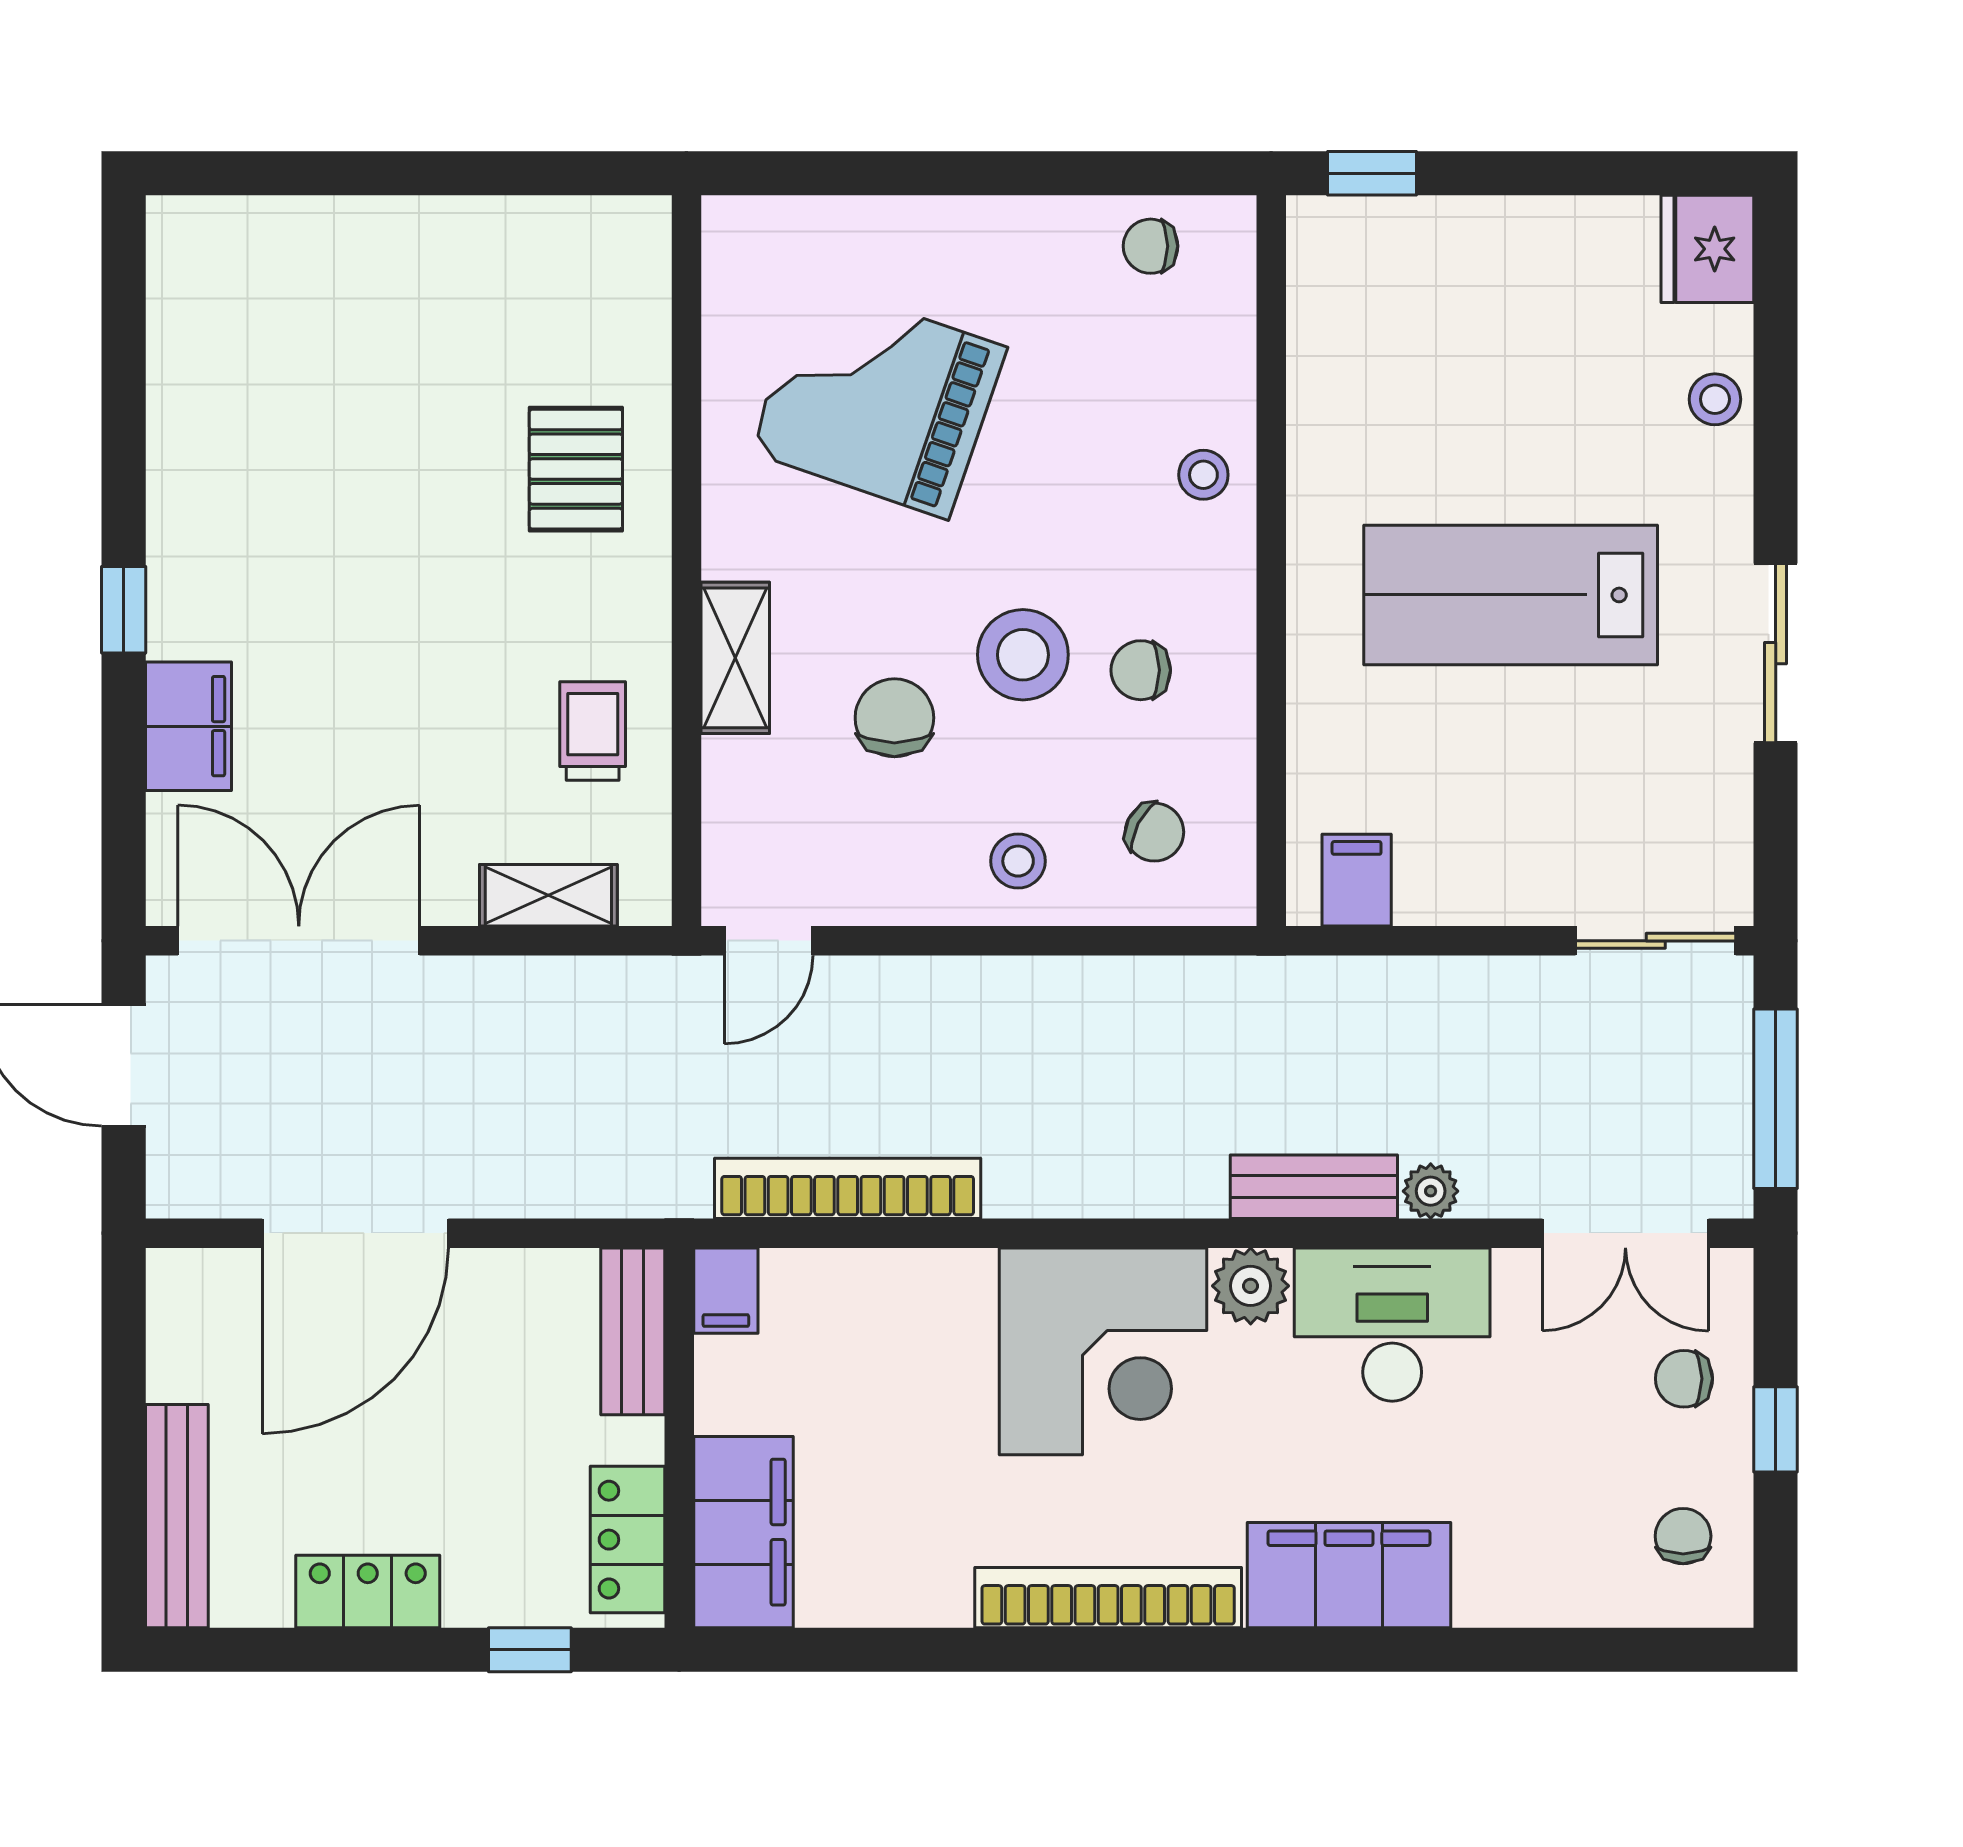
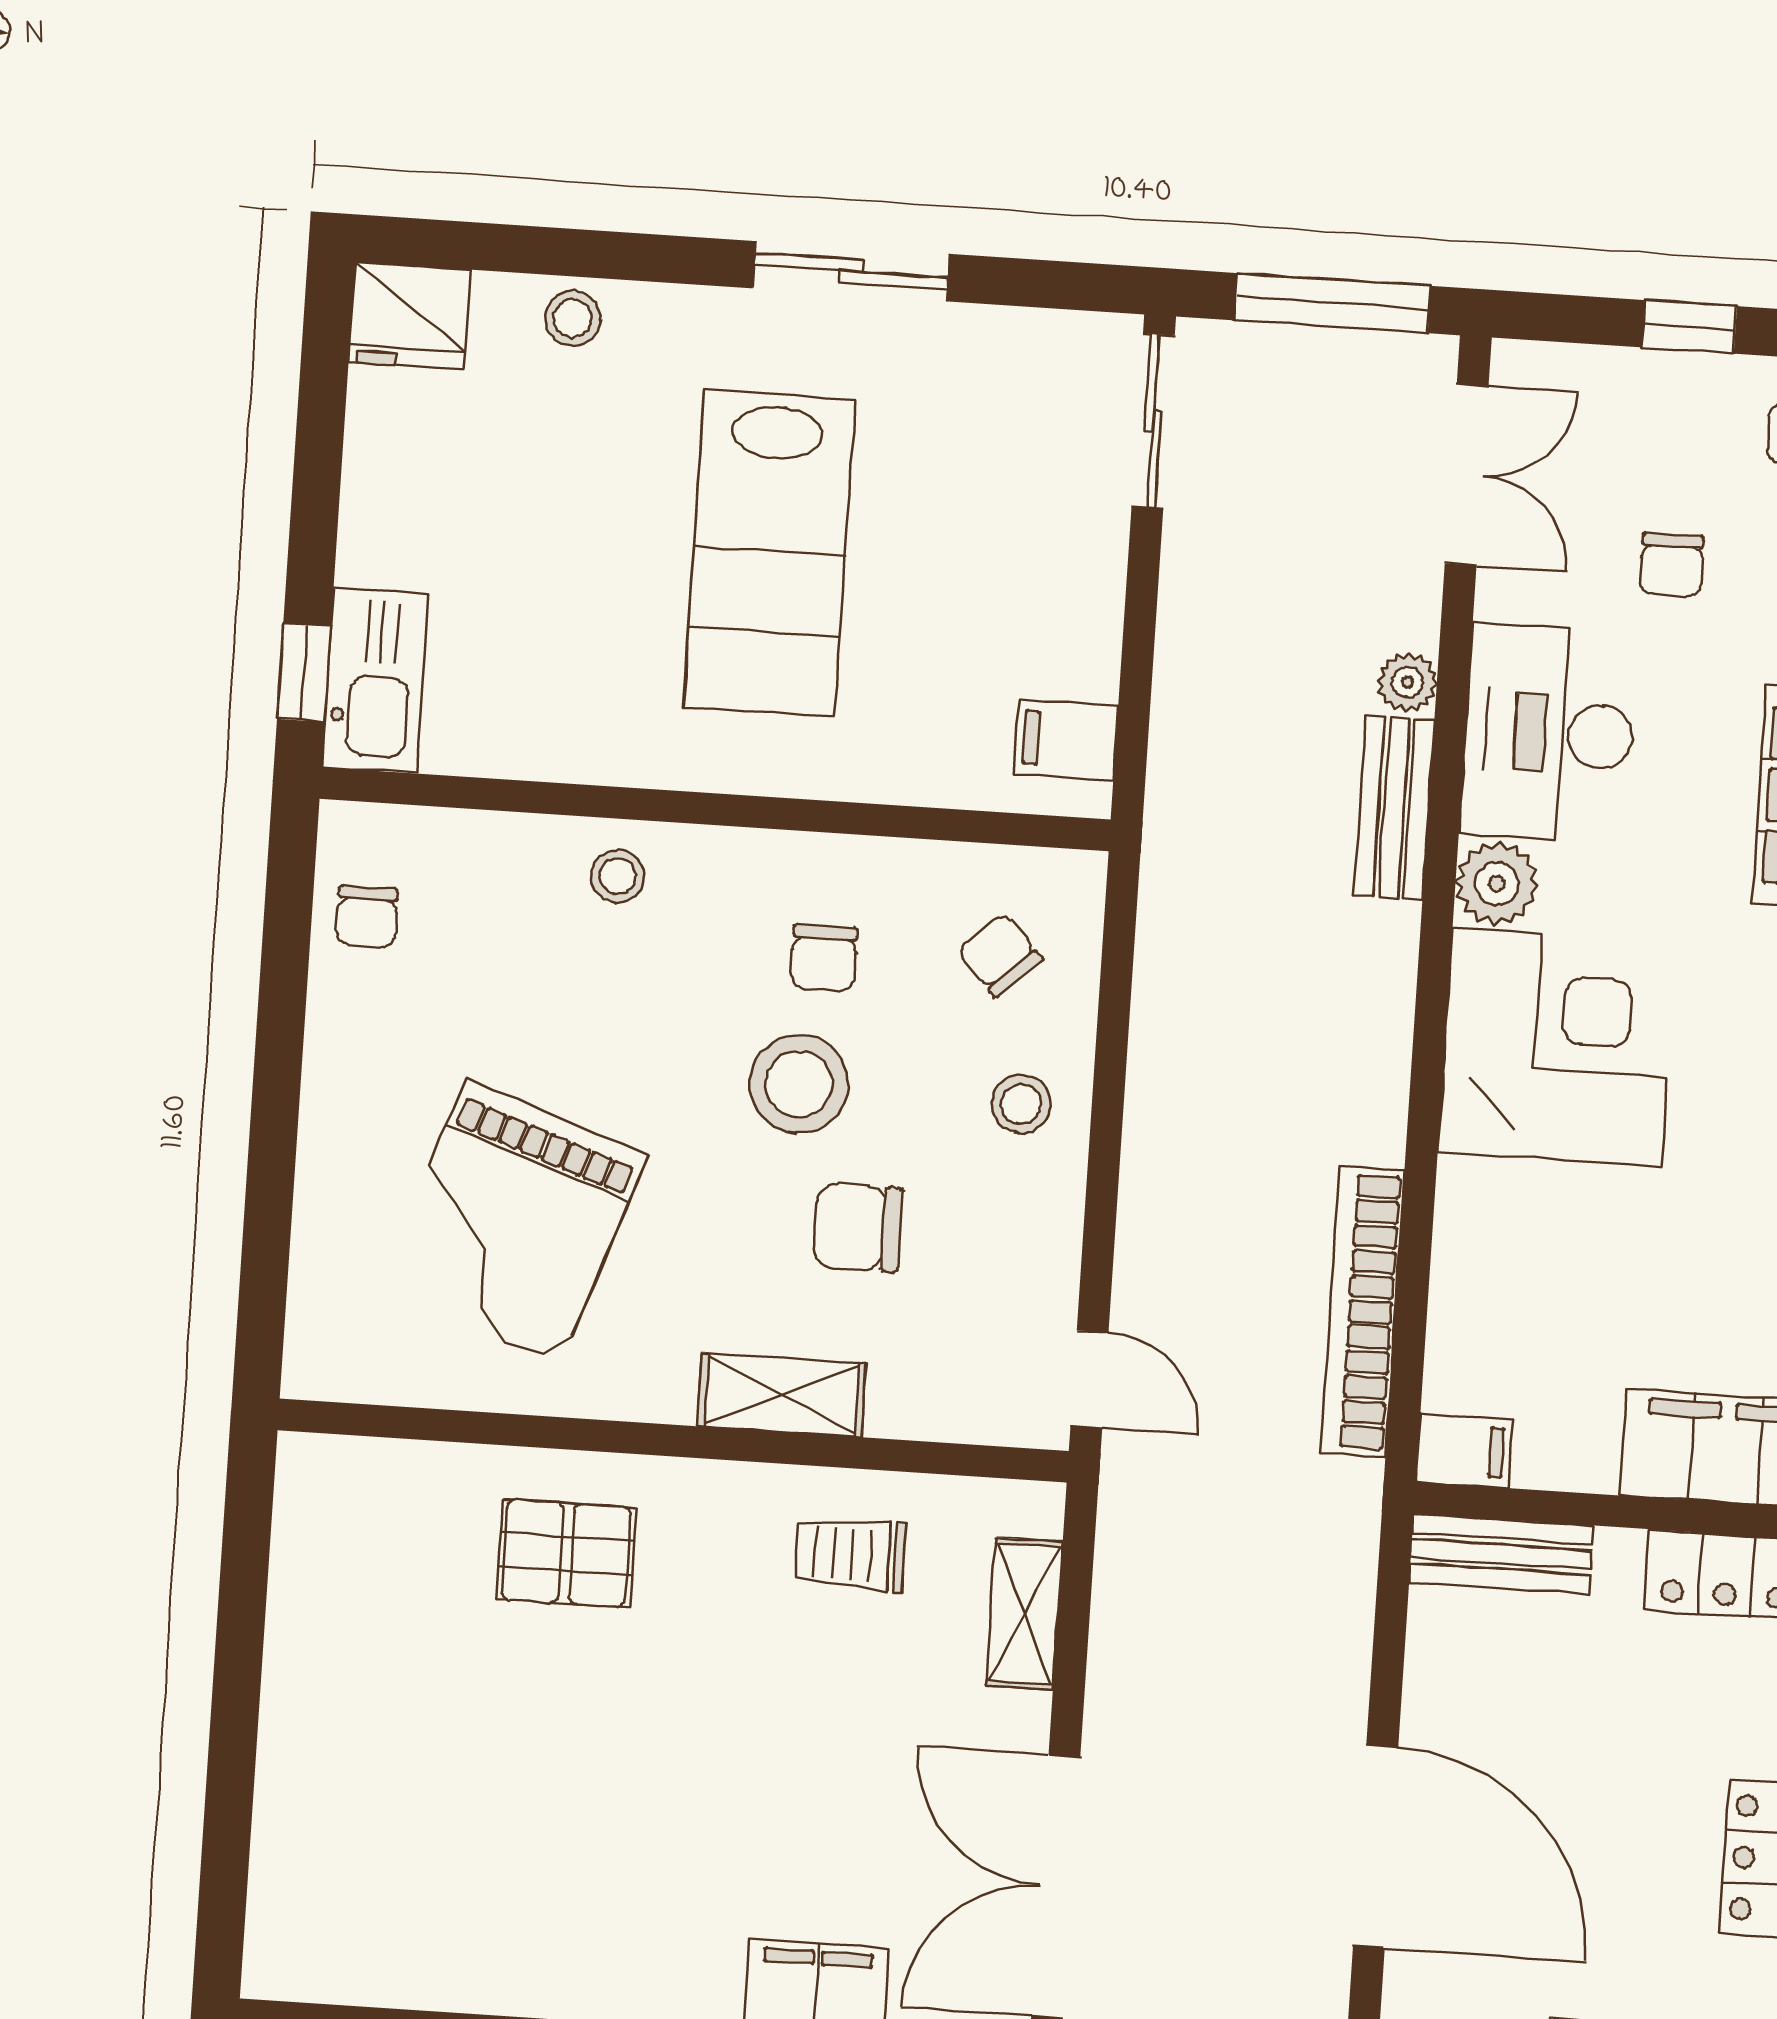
kitchen sink: (1369, 239) -> (375, 680), added
chair: (1154, 832) -> (1000, 955), turned -70
chair: (1684, 1379) -> (1672, 565), moved

